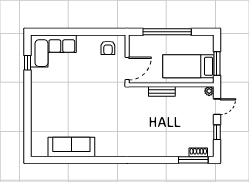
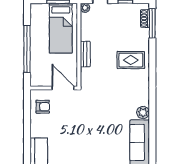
rug: (156, 138) -> (131, 60), added
plant: (102, 150) -> (143, 113), added

